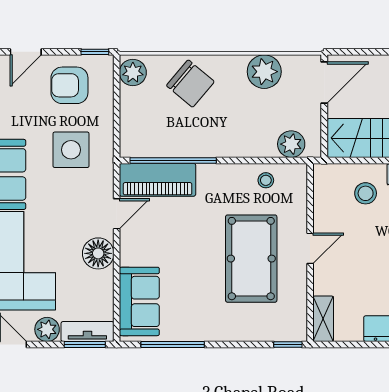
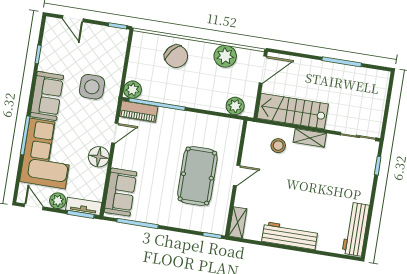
door: (26, 52) -> (73, 19), hinge flipped
plant: (133, 73) -> (133, 90), moved
armchair: (69, 85) -> (98, 45), removed
piano: (158, 180) -> (139, 112), width x0.73, depth x0.75
stool: (266, 180) -> (215, 127), removed

